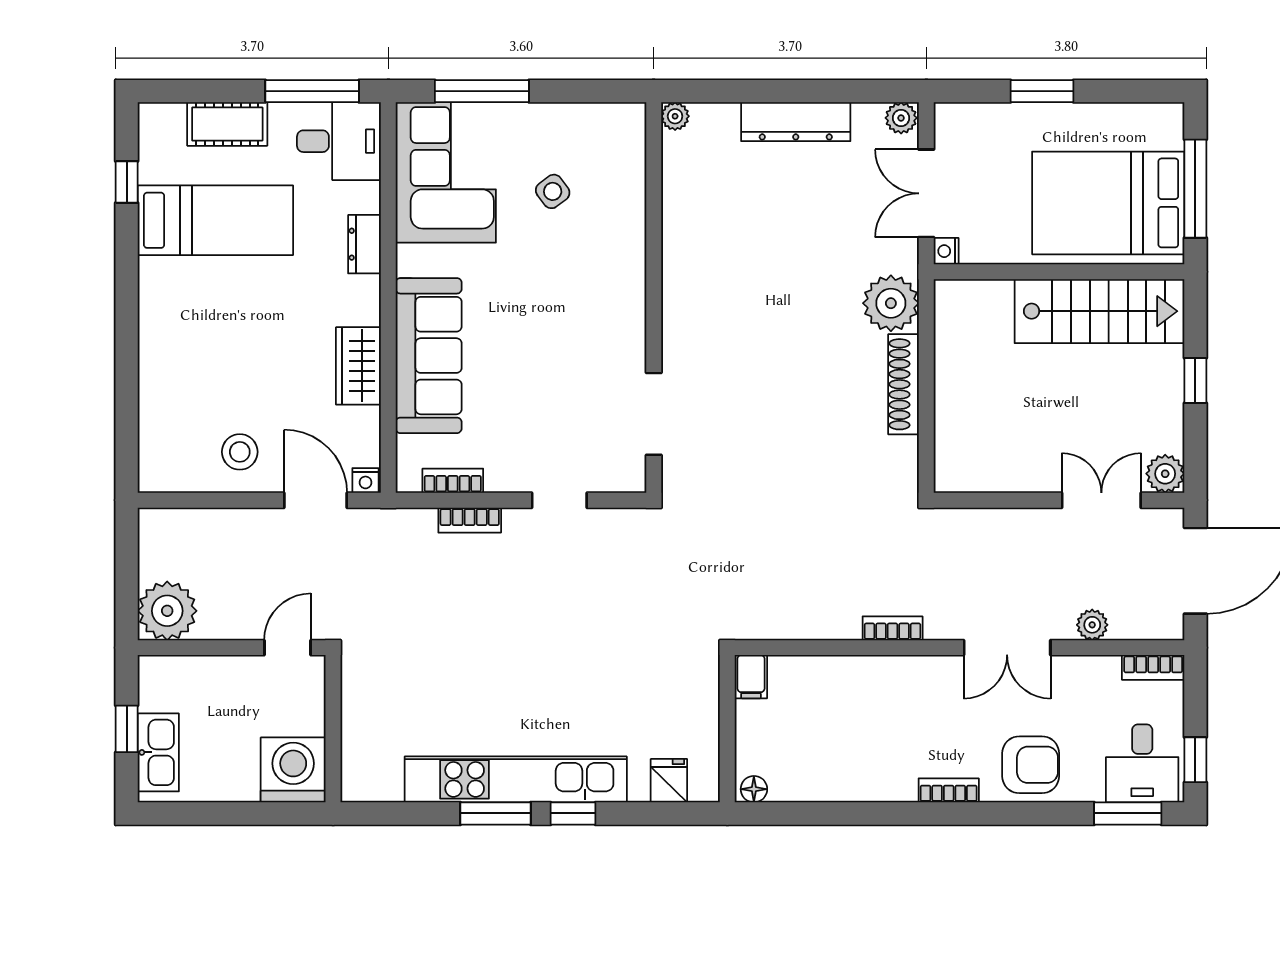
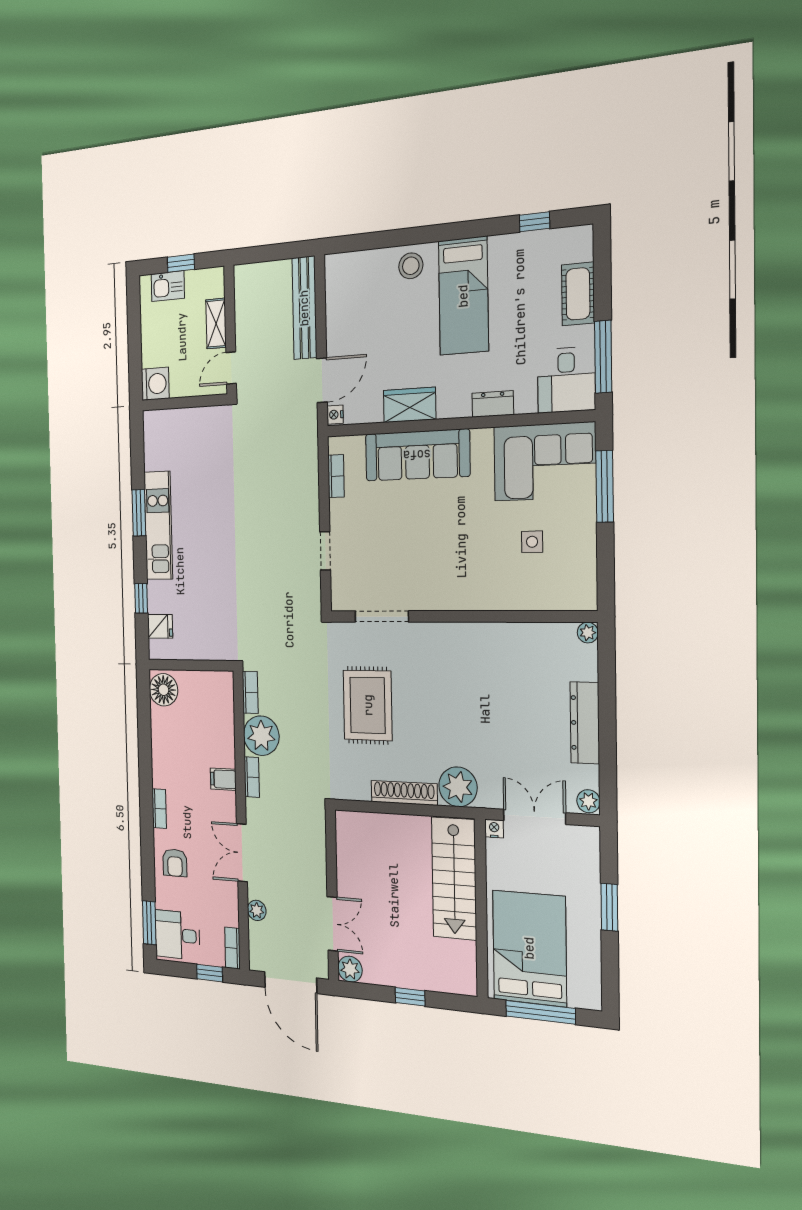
side table: (553, 191) -> (532, 542), turned 37
bed: (215, 220) -> (463, 296), moved
stairs: (1099, 311) -> (454, 878), moved
rug: (781, 438) -> (368, 705), added
stool: (240, 452) -> (411, 266), moved
bookcase: (470, 520) -> (250, 692), moved, turned 180
bench: (210, 526) -> (304, 308), added
plant: (167, 611) -> (261, 736), moved
door: (288, 648) -> (231, 368), swing flipped
shelving: (221, 671) -> (216, 324), added
filing cabinet: (751, 677) -> (223, 779), moved
kitchen sink: (158, 752) -> (168, 286), width x0.73
window: (1195, 760) -> (210, 973), moved
armchair: (1031, 765) -> (175, 863), width x0.72, depth x0.72
washing machine: (293, 770) -> (155, 384), width x0.73, depth x0.73
kitchen unit: (516, 779) -> (158, 525), width x0.73
floor lamp: (754, 789) -> (164, 690), width x1.89, depth x1.89
window: (573, 813) -> (141, 598), moved

